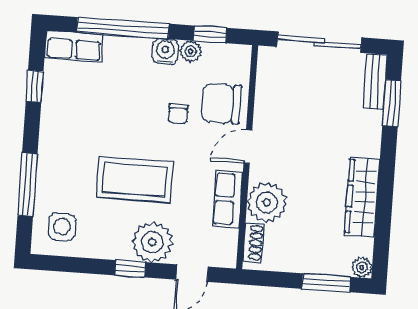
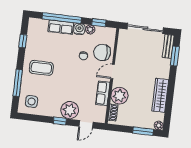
row of seats: (74, 46) -> (61, 27), moved
coffee table: (134, 180) -> (41, 68), moved, width x0.73, depth x0.76

